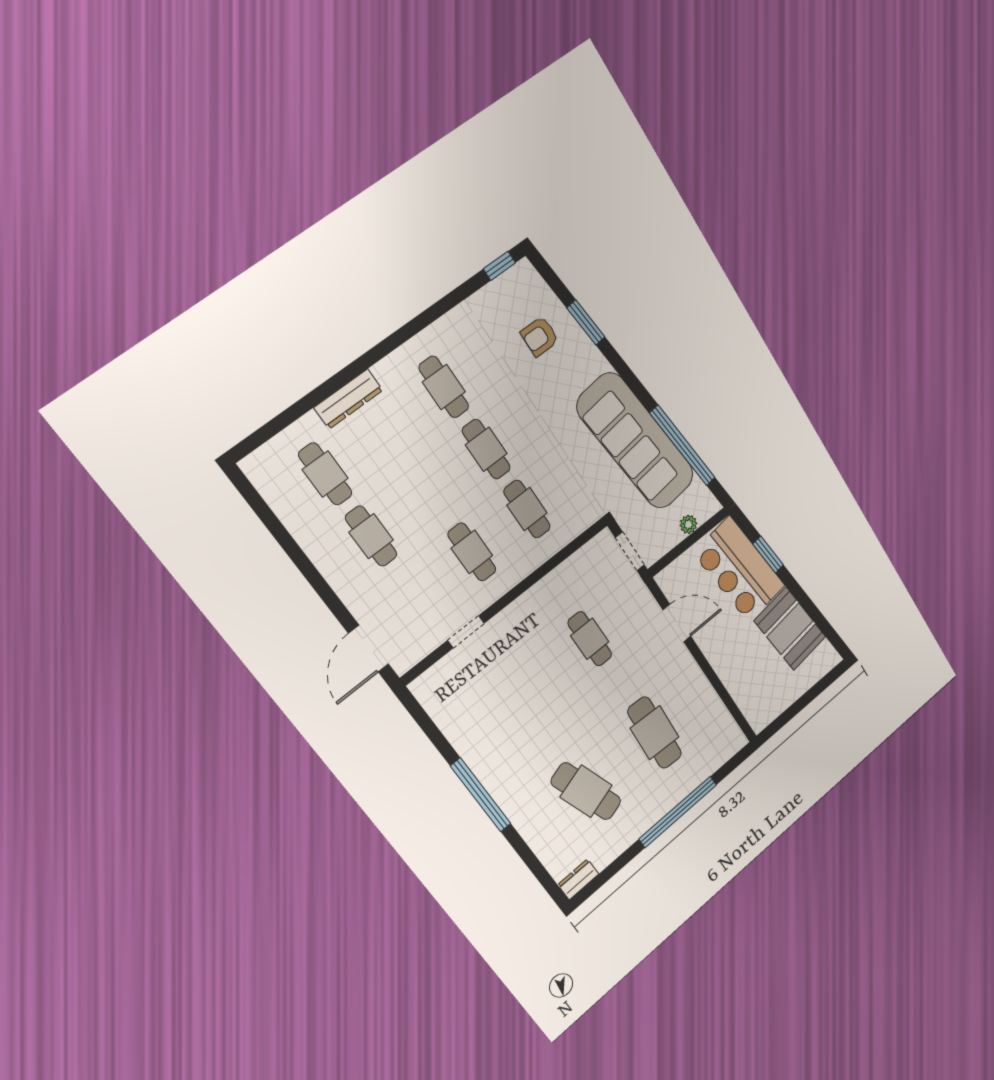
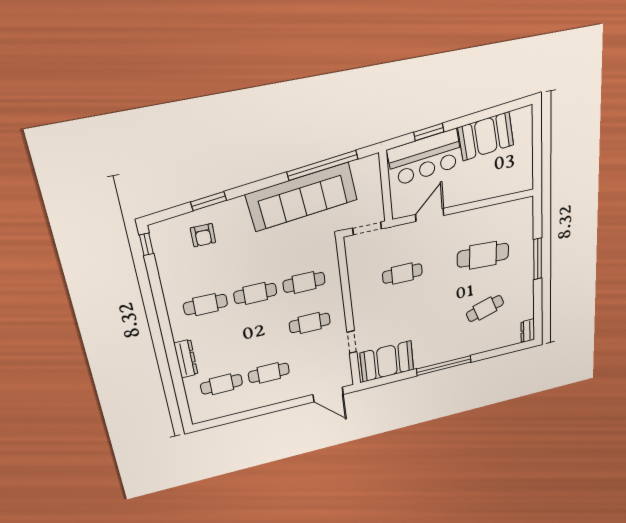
plant: (688, 524) -> (375, 182), removed
booth: (455, 704) -> (387, 361), added
cafe table: (586, 791) -> (485, 309), width x0.73, depth x0.74
window: (678, 812) -> (538, 259), width x0.68

